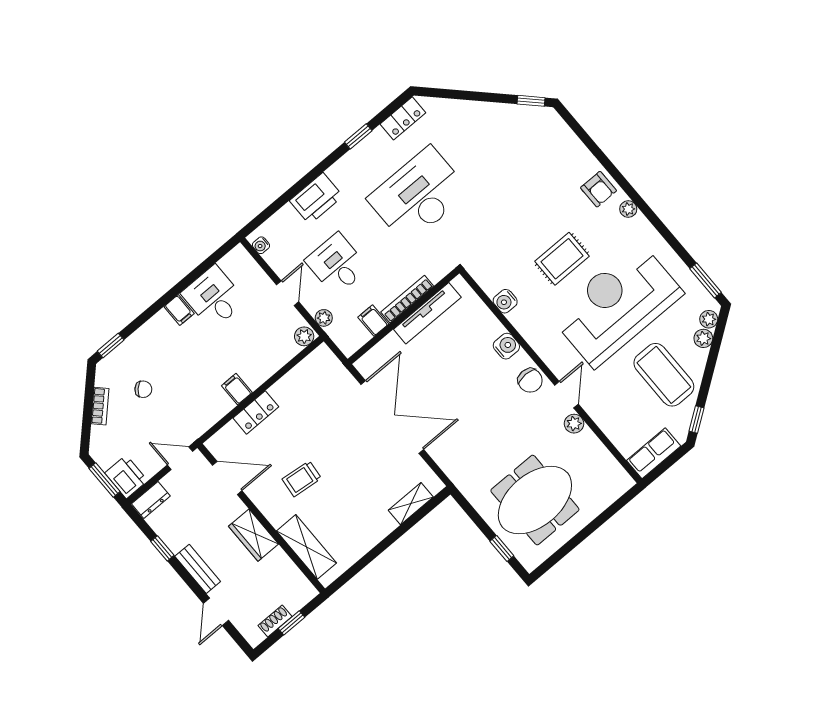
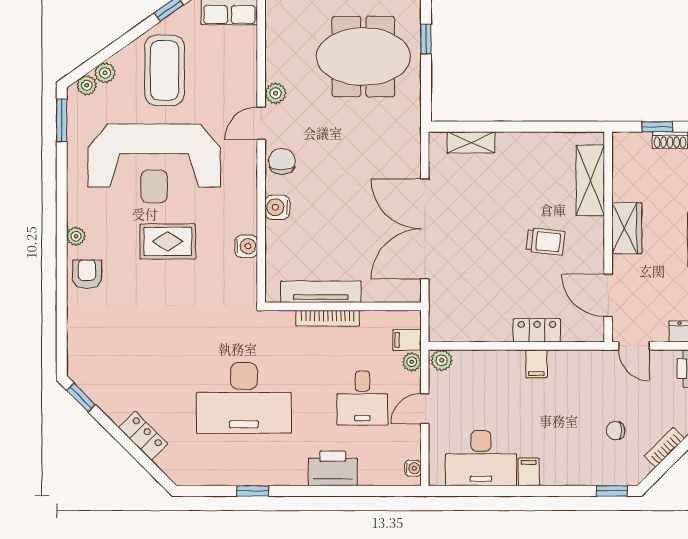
locker: (403, 118) -> (143, 436), moved, turned 45
desk: (213, 297) -> (481, 458), width x1.37
filing cabinet: (373, 321) -> (407, 340), moved, turned 90
chair: (143, 389) -> (616, 431), turned -44

